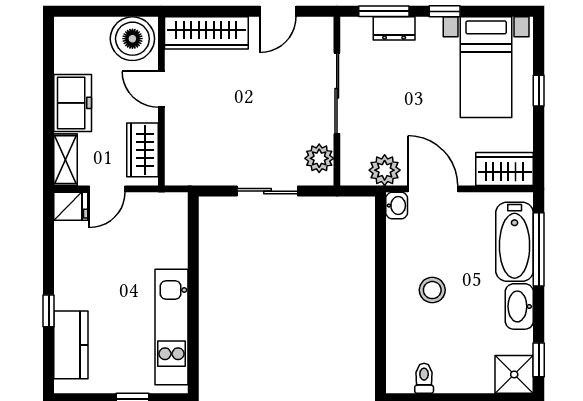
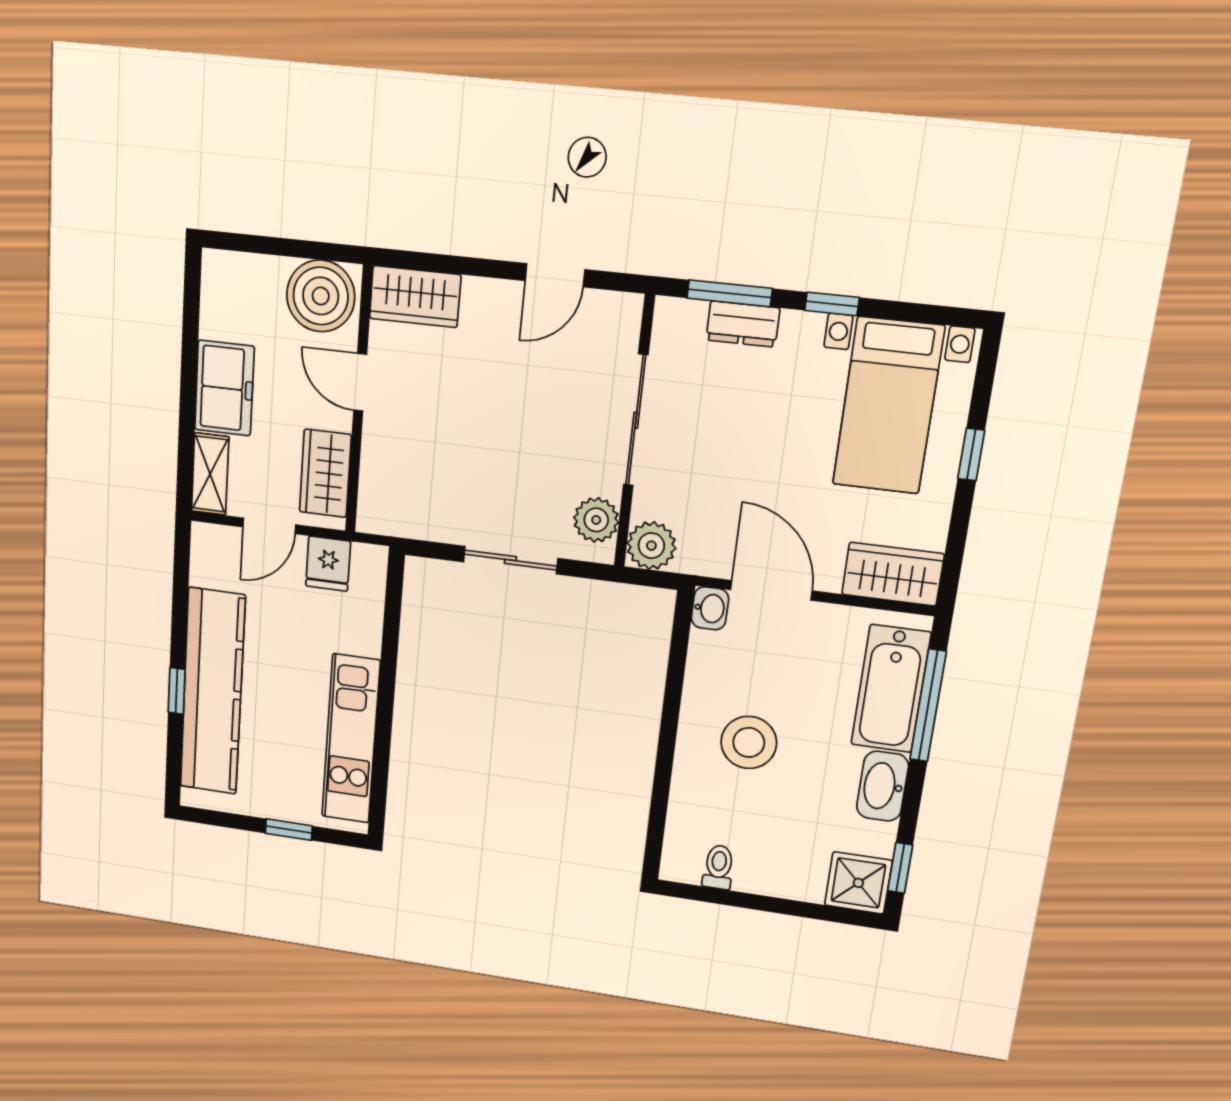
wardrobe: (206, 33) -> (415, 297), width x0.67
plant: (385, 170) -> (651, 546), moved
fridge: (71, 206) -> (328, 564), moved, turned 90
stool: (432, 290) -> (749, 742), width x1.38, depth x1.38
kitchen counter: (71, 345) -> (212, 692), width x2.08, depth x1.17

